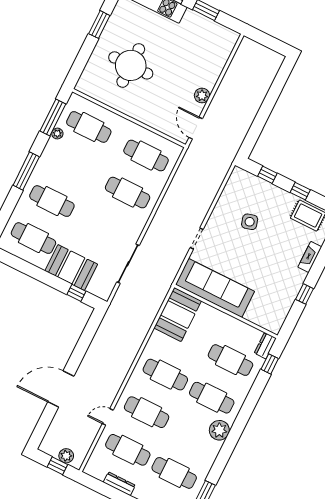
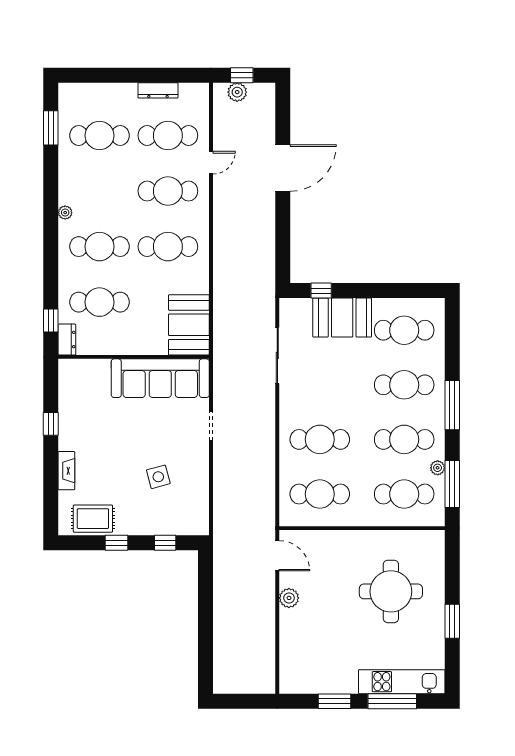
cafe table: (70, 164) -> (404, 439), added
plant: (219, 430) -> (65, 213), width x0.53, depth x0.53

